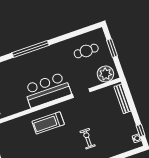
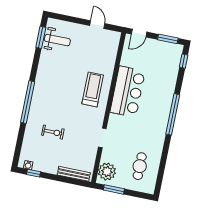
window: (112, 48) -> (114, 189), moved
bar counter: (47, 90) -> (128, 92), moved
exercise bike: (88, 139) -> (53, 132), moved

